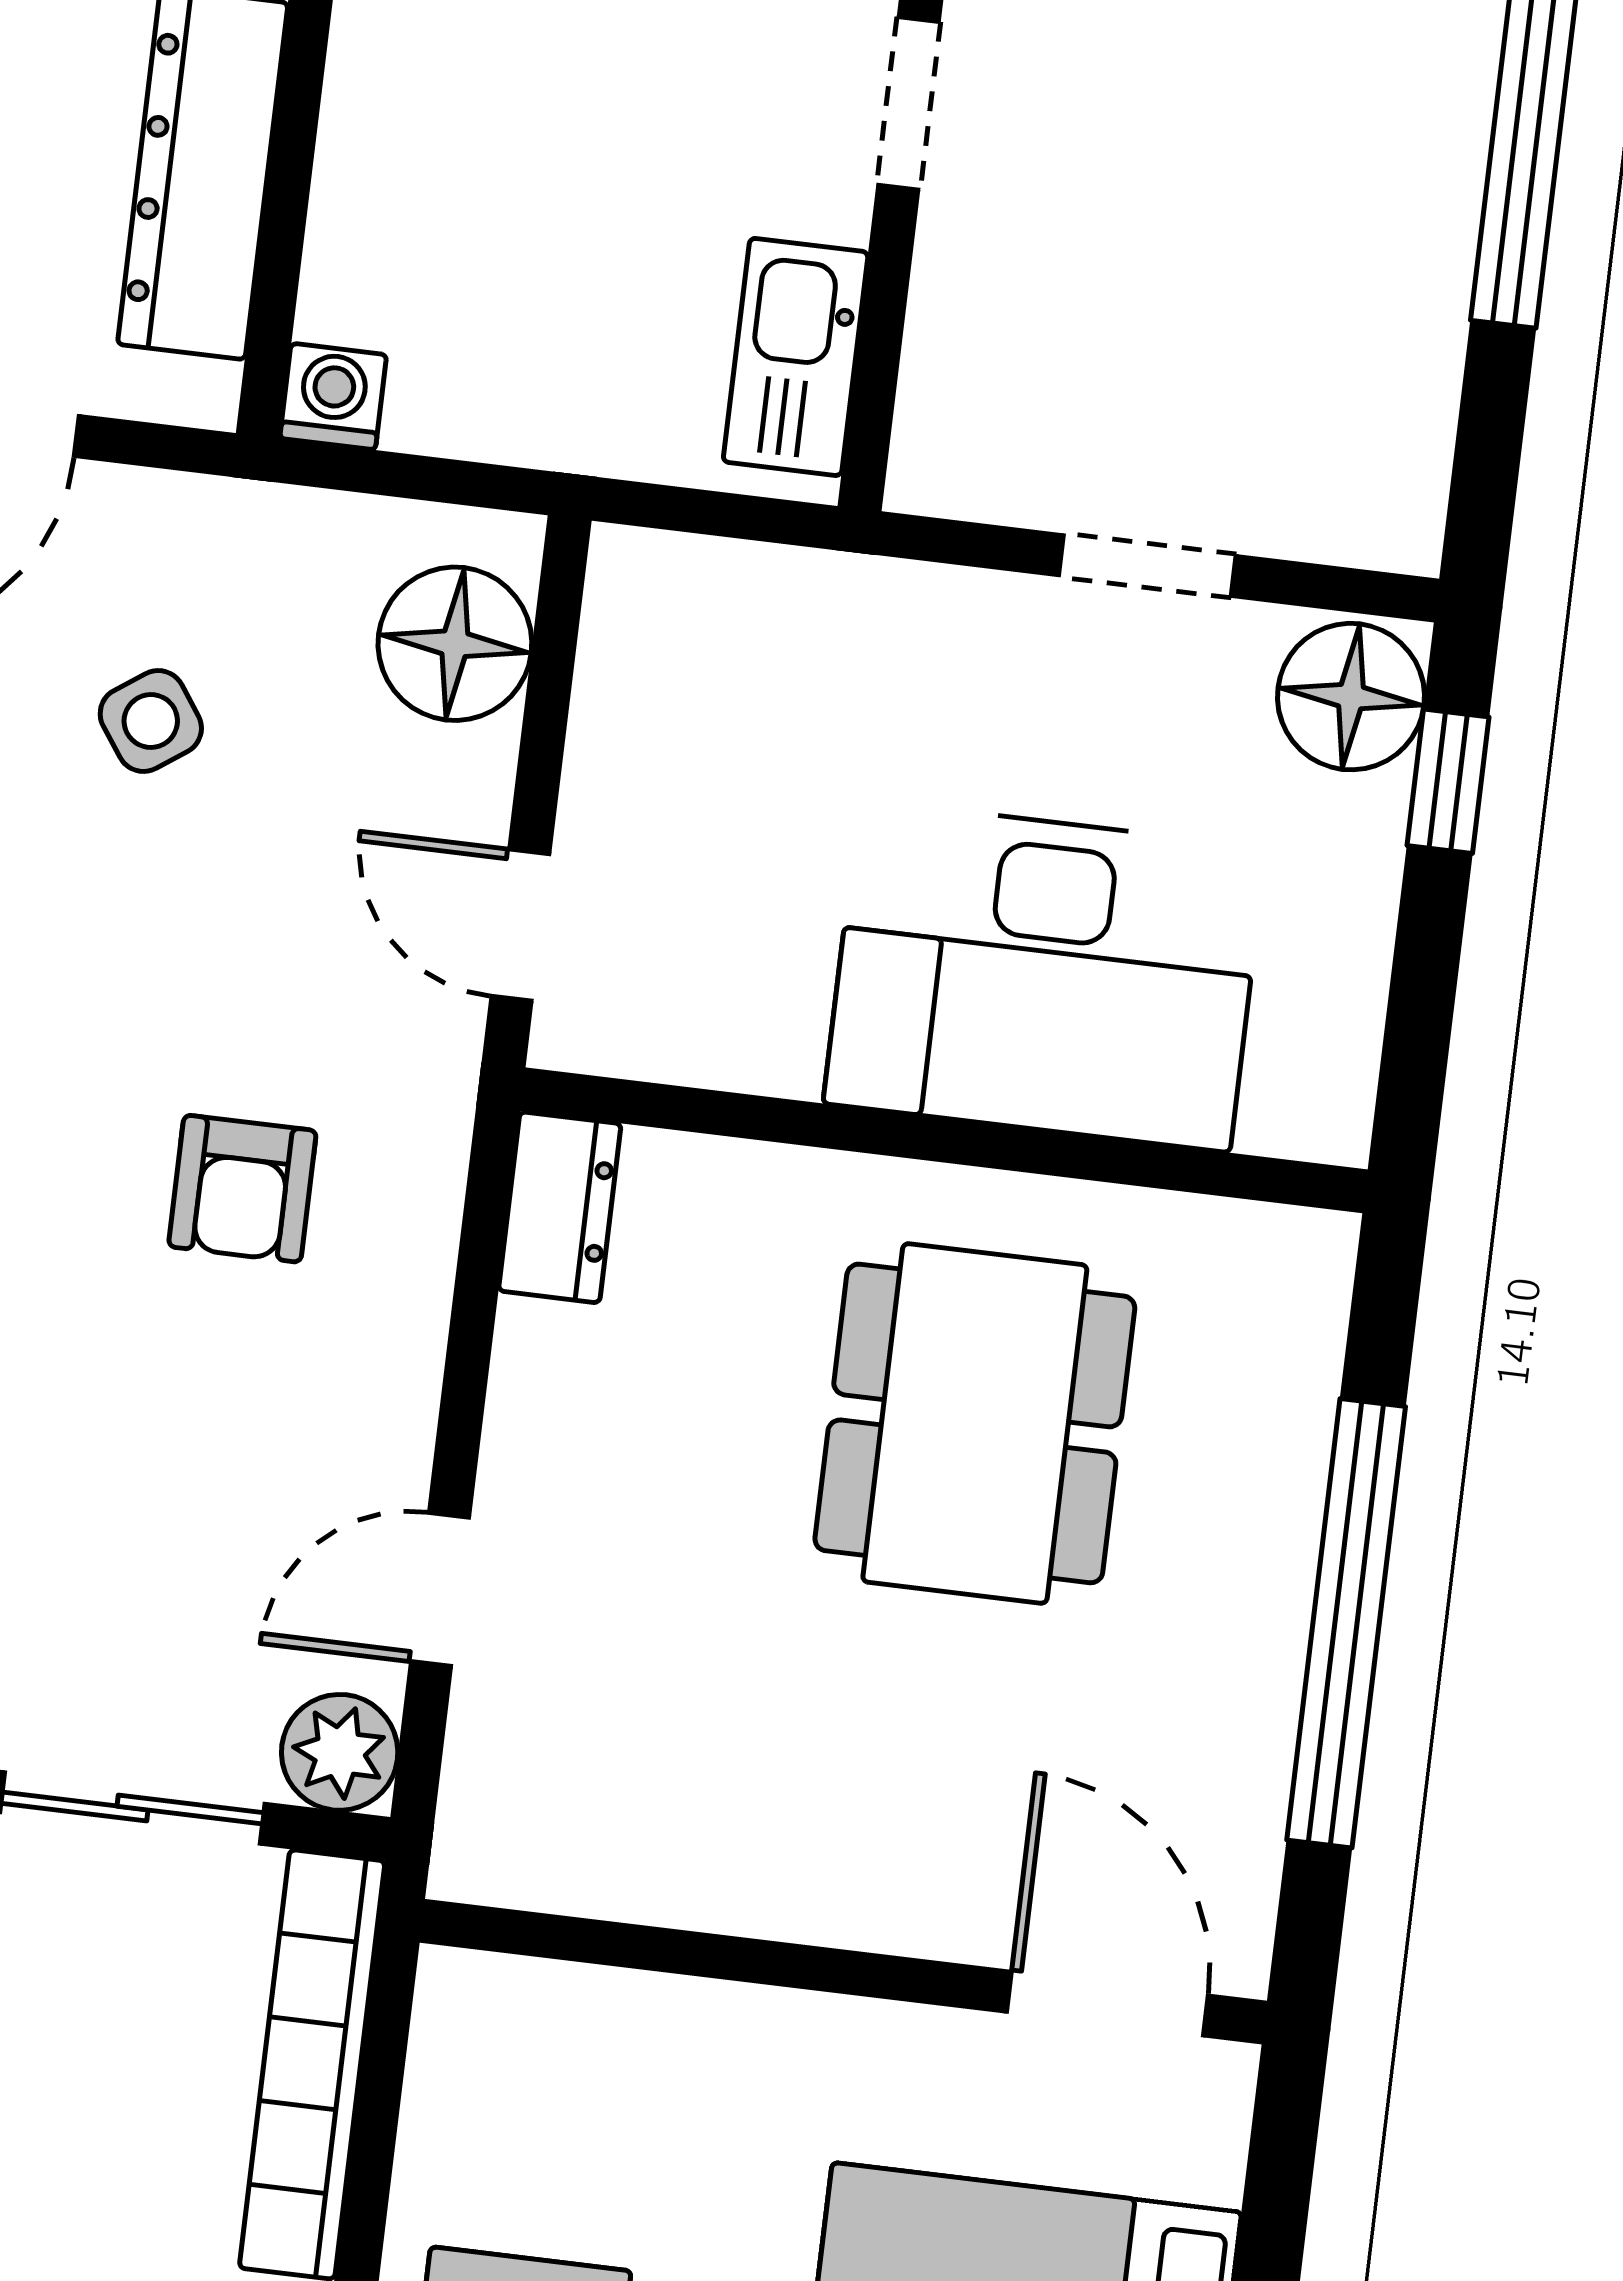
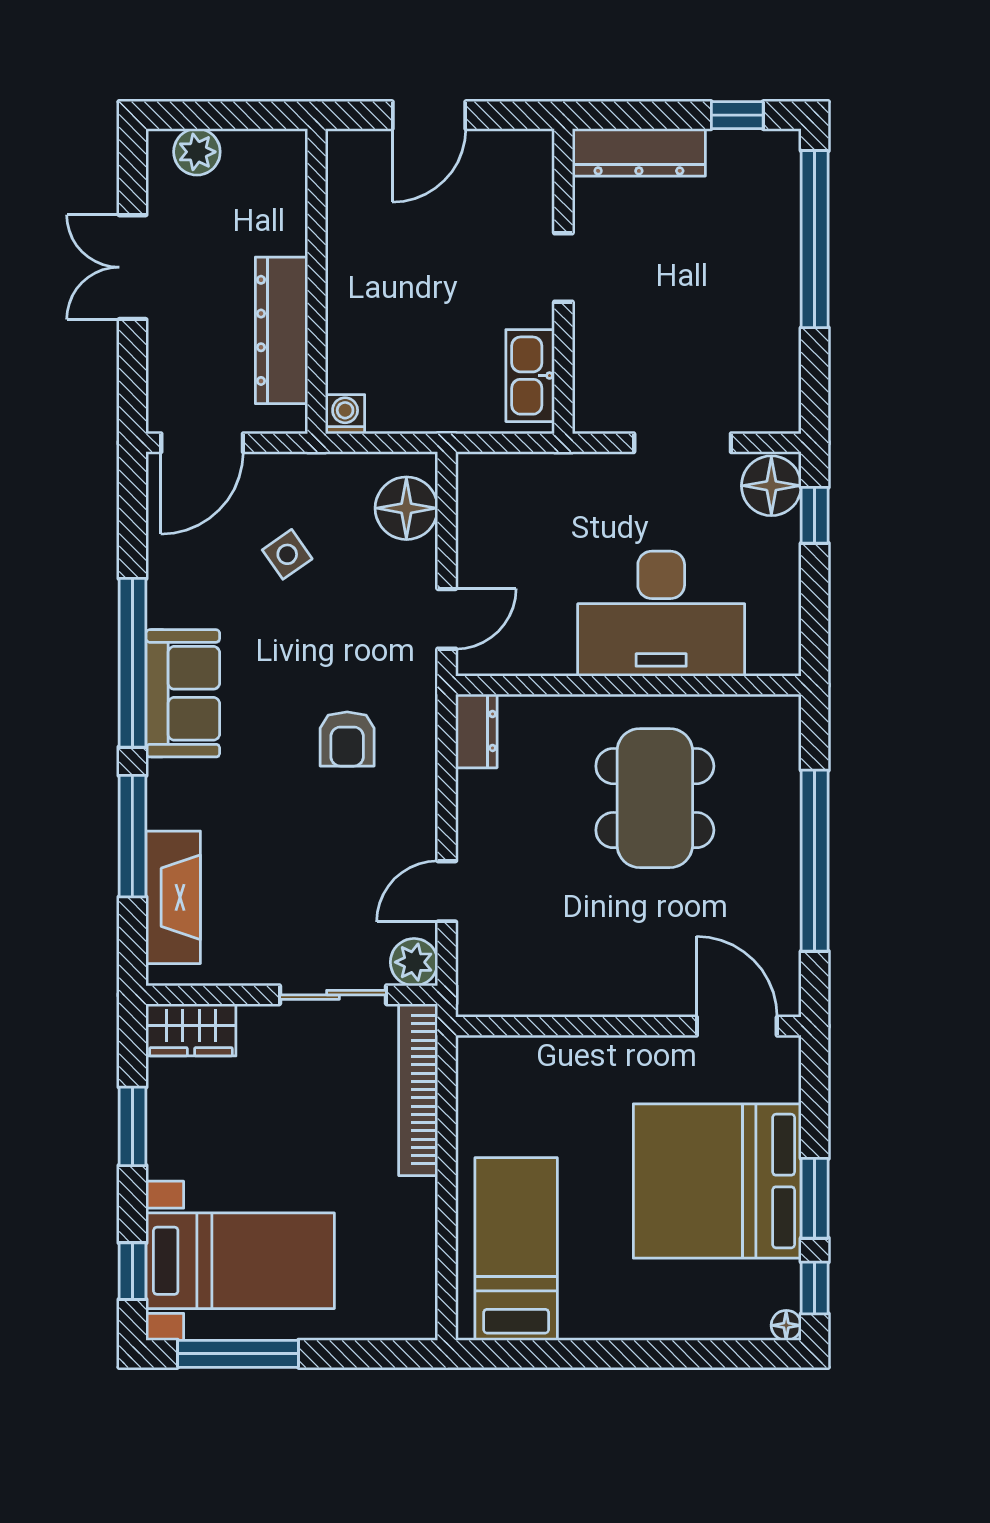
doorway: (1147, 566) -> (683, 443), width x1.38
door: (520, 925) -> (447, 619), swing flipped

